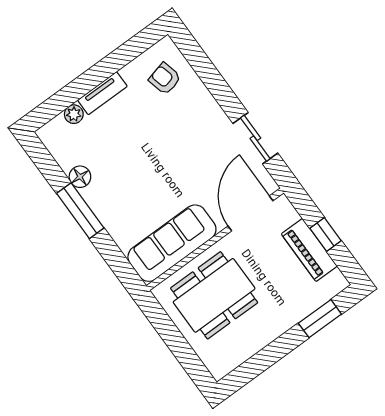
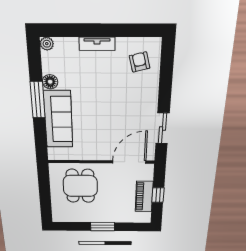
plant: (74, 114) -> (47, 44), moved
sofa: (172, 243) -> (58, 119), moved, turned 90
dining table: (214, 295) -> (80, 186), width x0.73
window: (320, 319) -> (103, 227), moved

